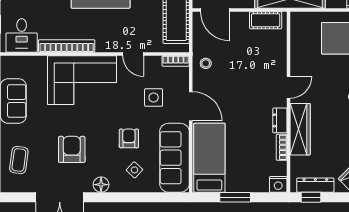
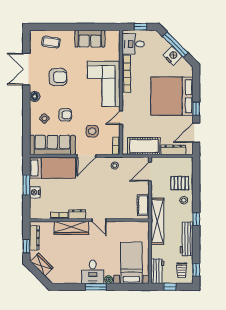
nightstand: (278, 184) -> (35, 192), moved
window: (311, 197) -> (26, 246), moved

